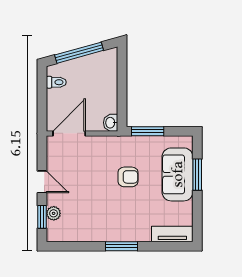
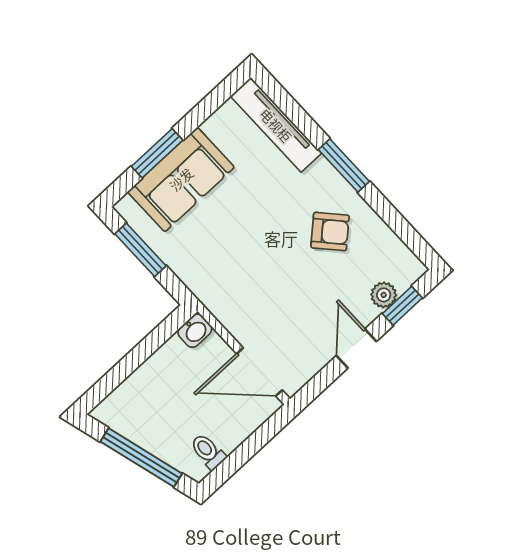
window: (148, 131) -> (140, 250), moved
armchair: (128, 177) -> (330, 232), moved, turned 138
tv unit: (172, 234) -> (276, 125), width x1.41

